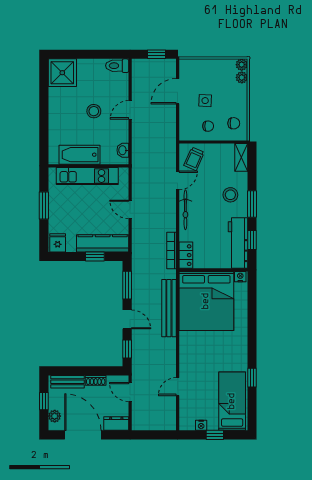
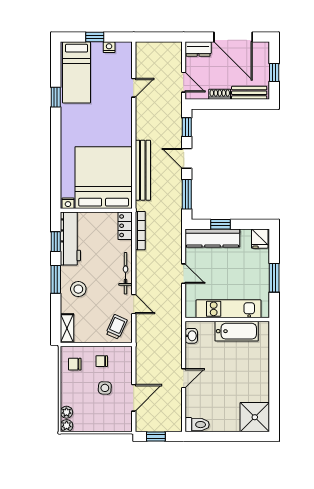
stool: (94, 111) -> (222, 377), removed
door: (178, 180) -> (134, 304), swing flipped
plant: (55, 416) -> (263, 57), removed

